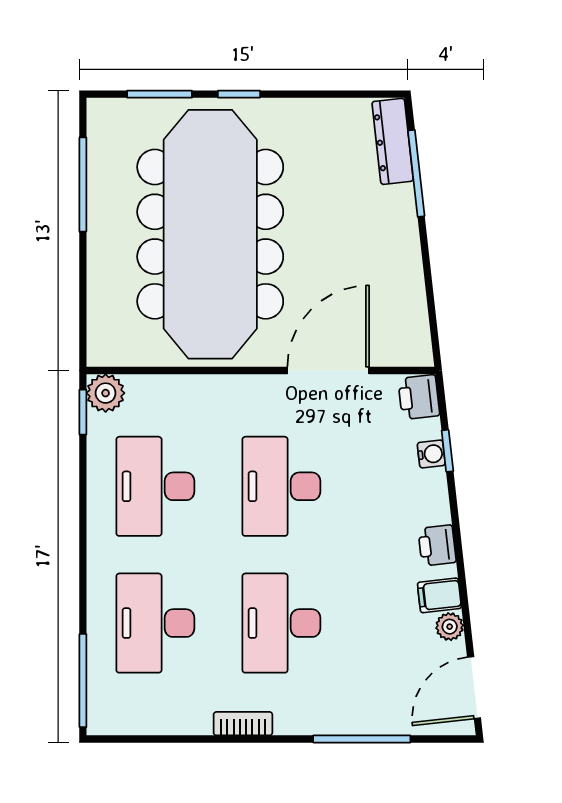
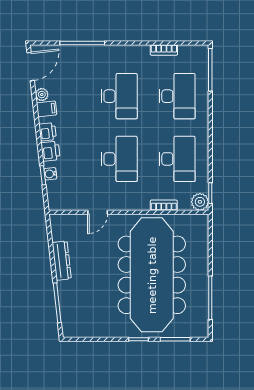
dresser: (393, 141) -> (62, 261), moved
door: (328, 370) -> (98, 212), width x0.53
bookcase: (184, 386) -> (164, 205), added
printer: (419, 397) -> (50, 151), moved
bookcase: (243, 724) -> (164, 50), moved

